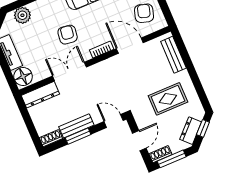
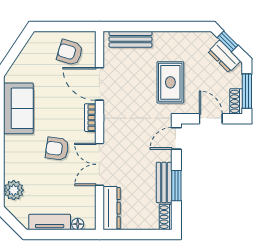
door: (130, 46) -> (99, 84), hinge flipped
floor lamp: (23, 76) -> (78, 224), width x0.53, depth x0.53
rug: (168, 99) -> (170, 82), moved

